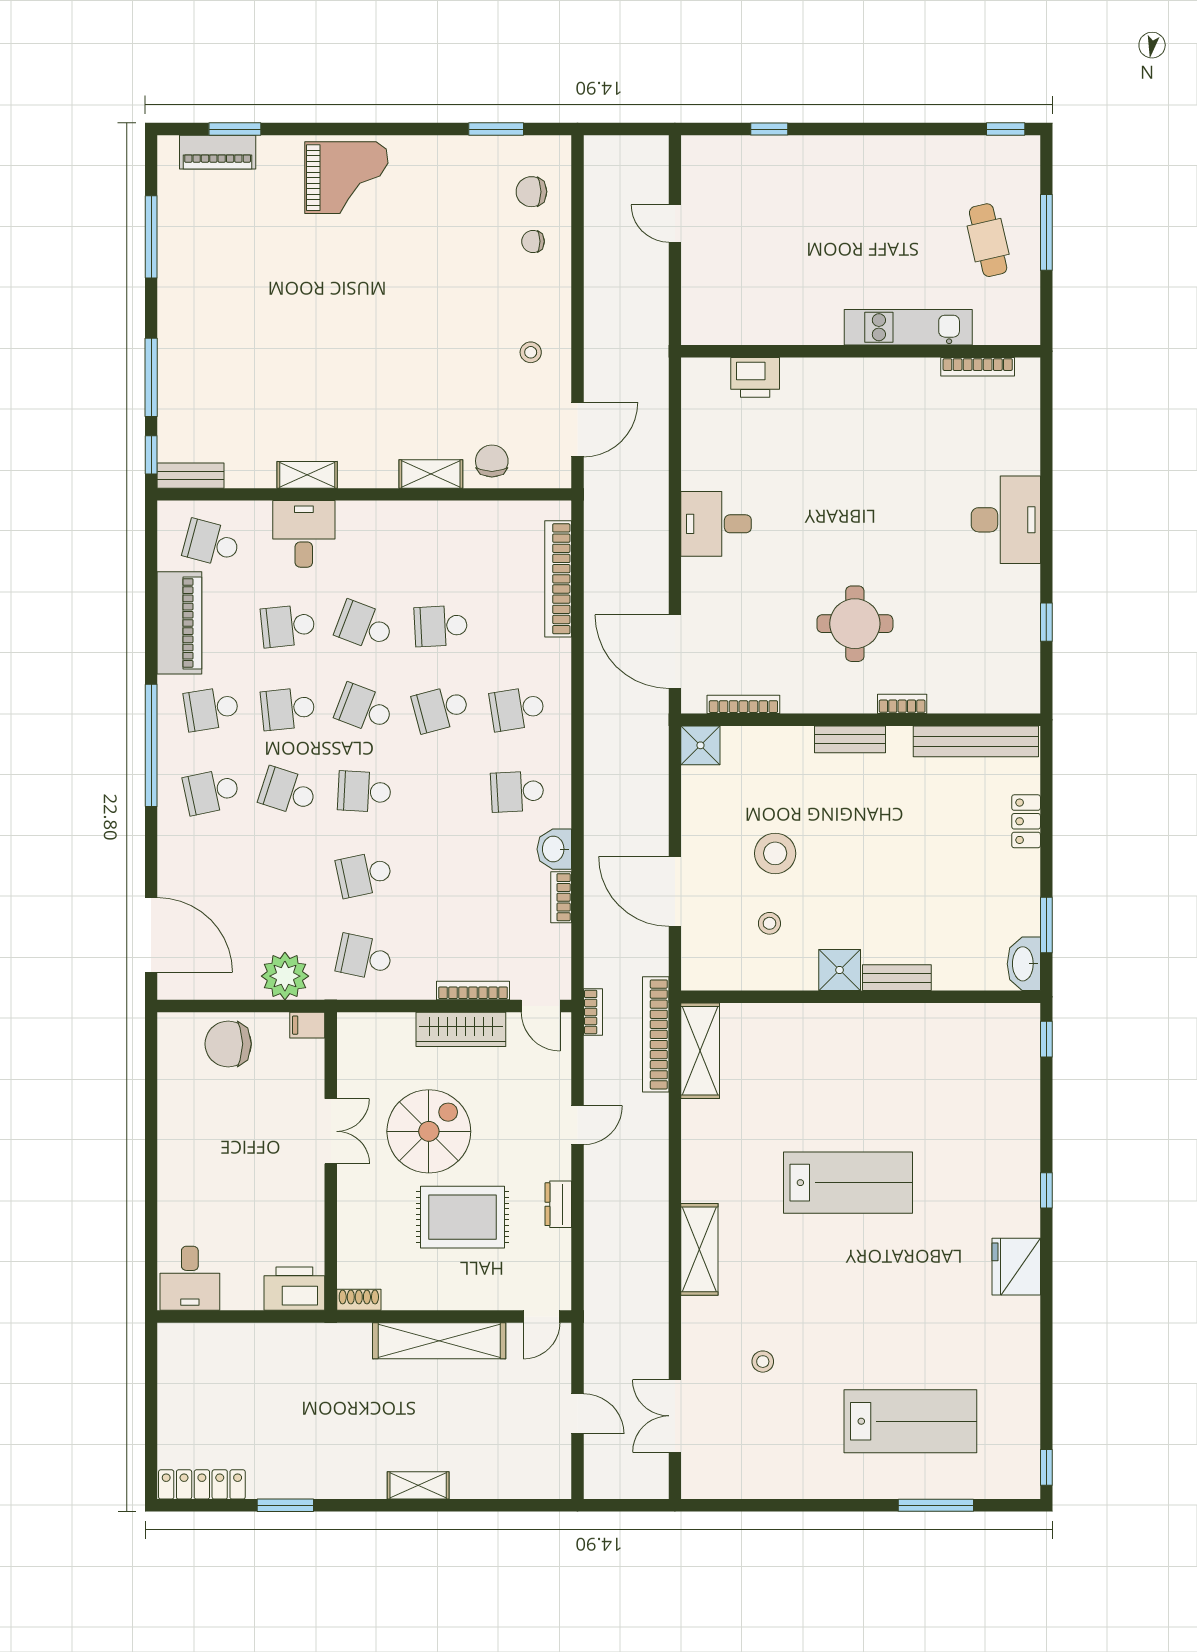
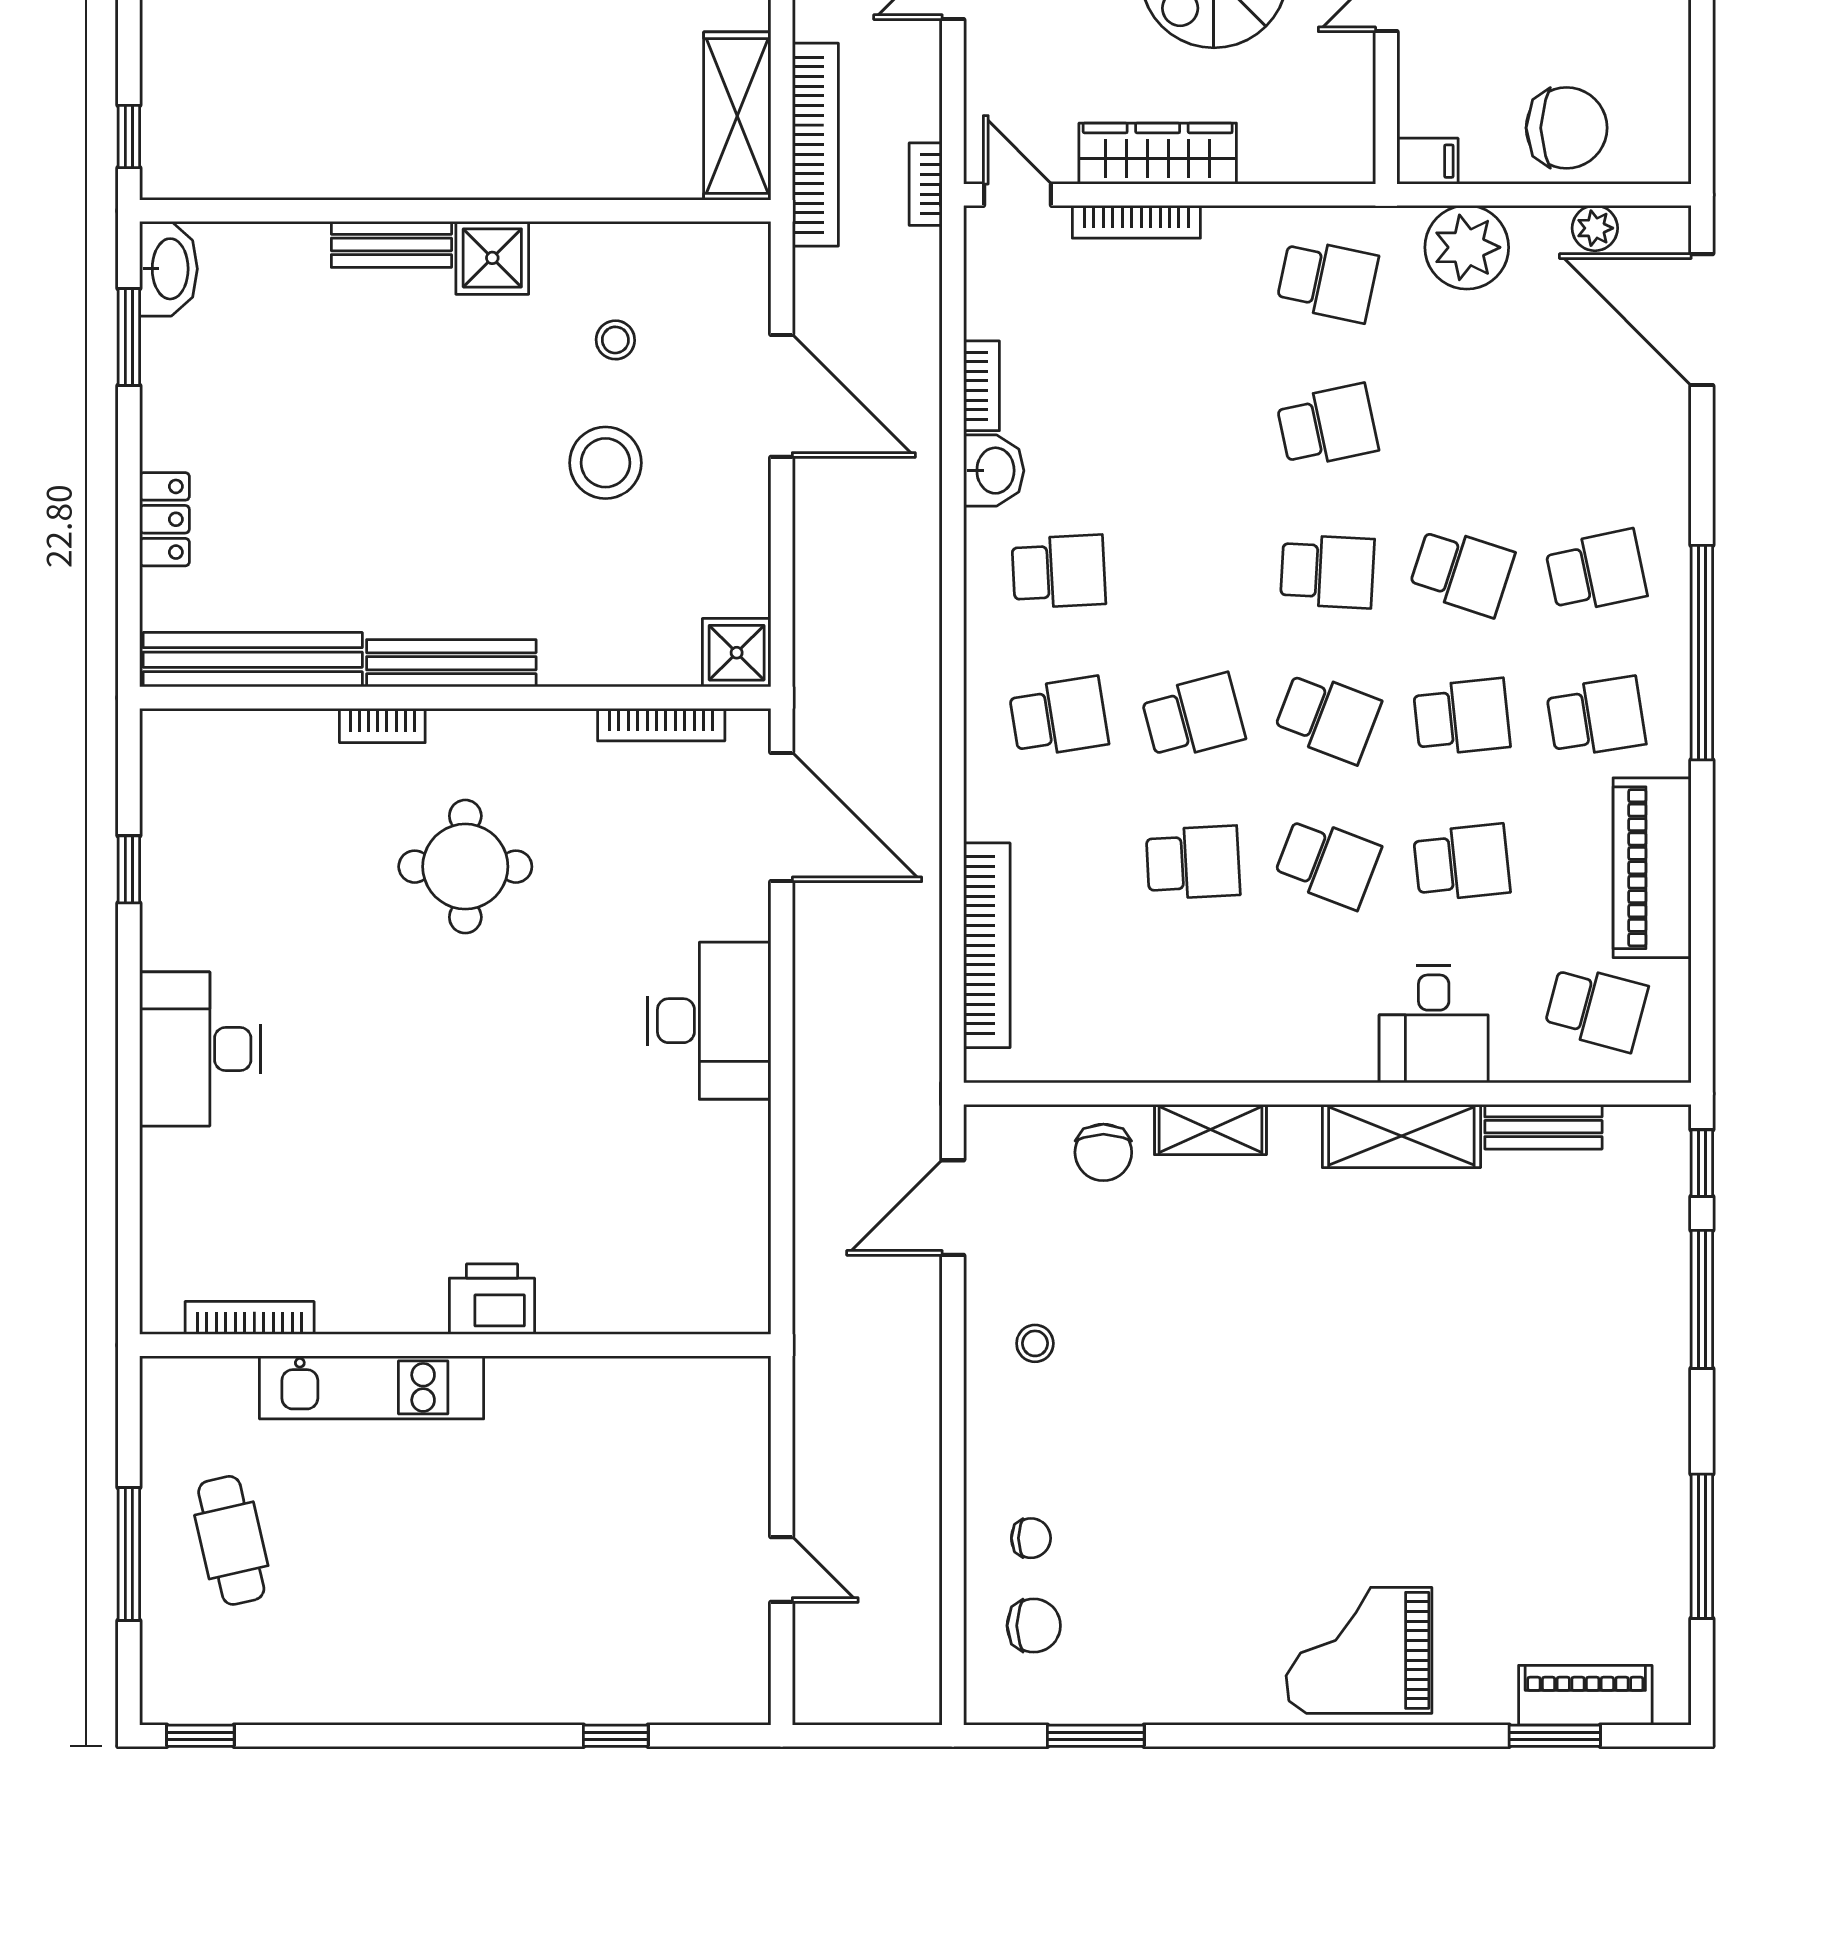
printer: (755, 377) -> (492, 1299), moved
shelving: (307, 475) -> (1401, 1136), width x1.50, depth x1.33
bench: (191, 476) -> (1543, 1127), moved
desk: (716, 524) -> (709, 1021), width x1.37
bench: (850, 739) -> (451, 663), width x1.36
plant: (212, 987) -> (1595, 228), added

